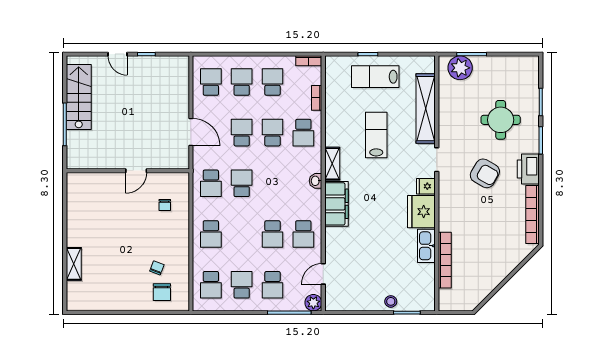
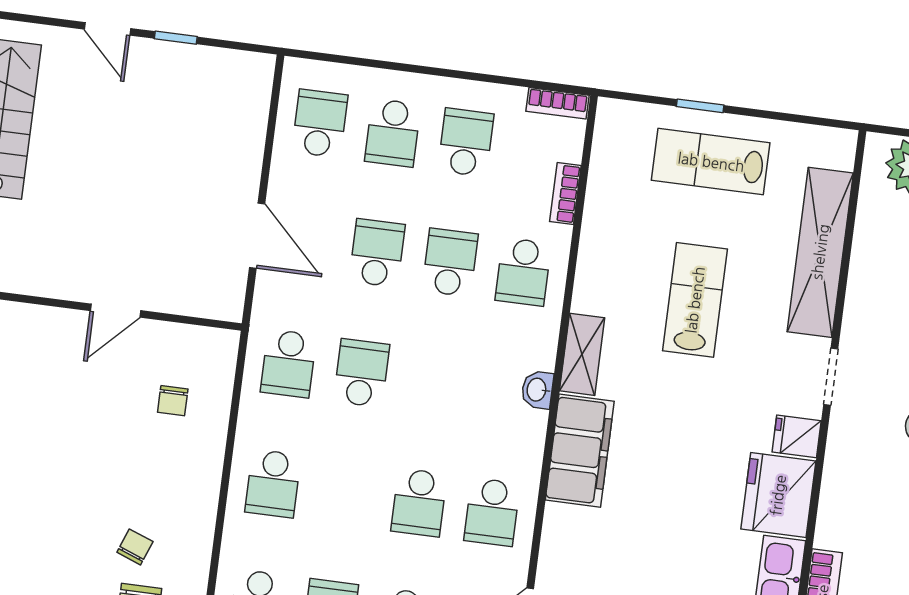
school desk: (242, 82) -> (393, 133), turned 180

